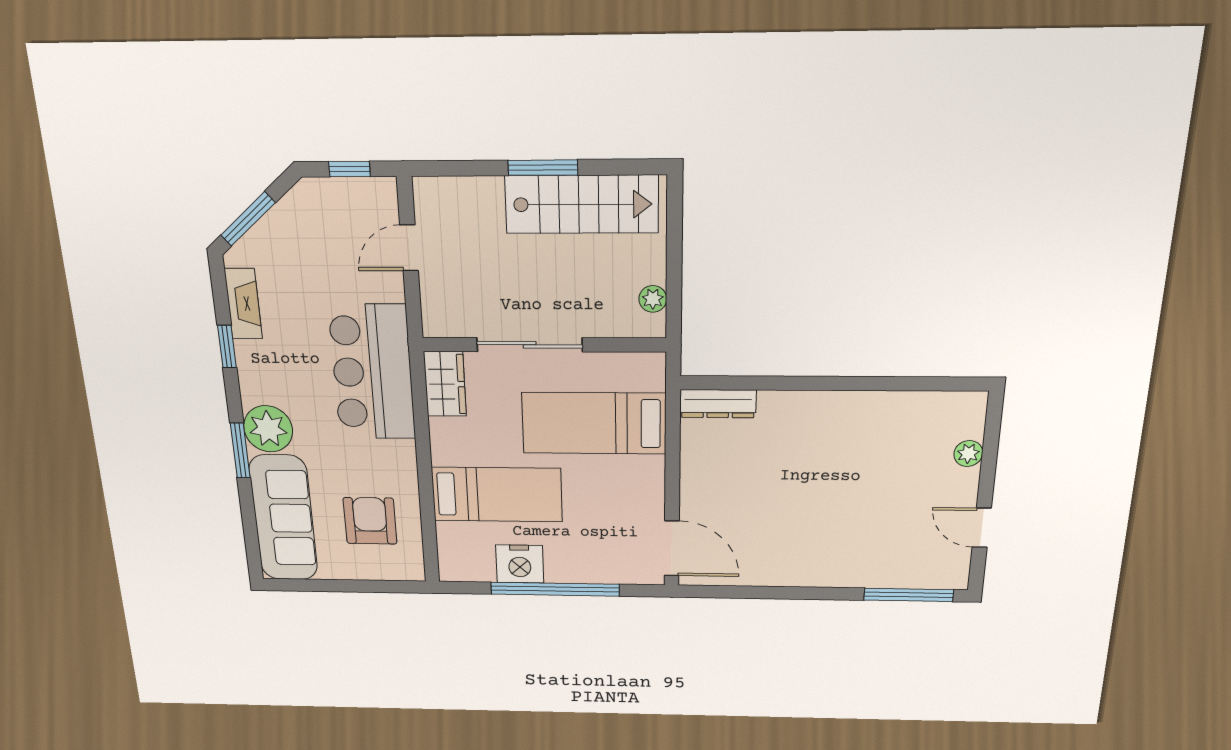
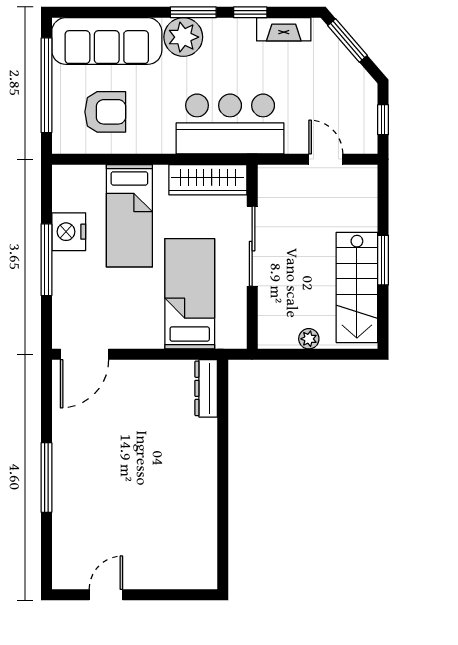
plant: (653, 299) -> (309, 339), moved
wardrobe: (445, 384) -> (208, 180), width x1.50
window: (240, 450) -> (193, 12), moved
plant: (968, 454) -> (167, 579), removed
window: (344, 586) -> (46, 85), added
window: (555, 589) -> (46, 260), width x0.68
window: (909, 595) -> (46, 478), moved

